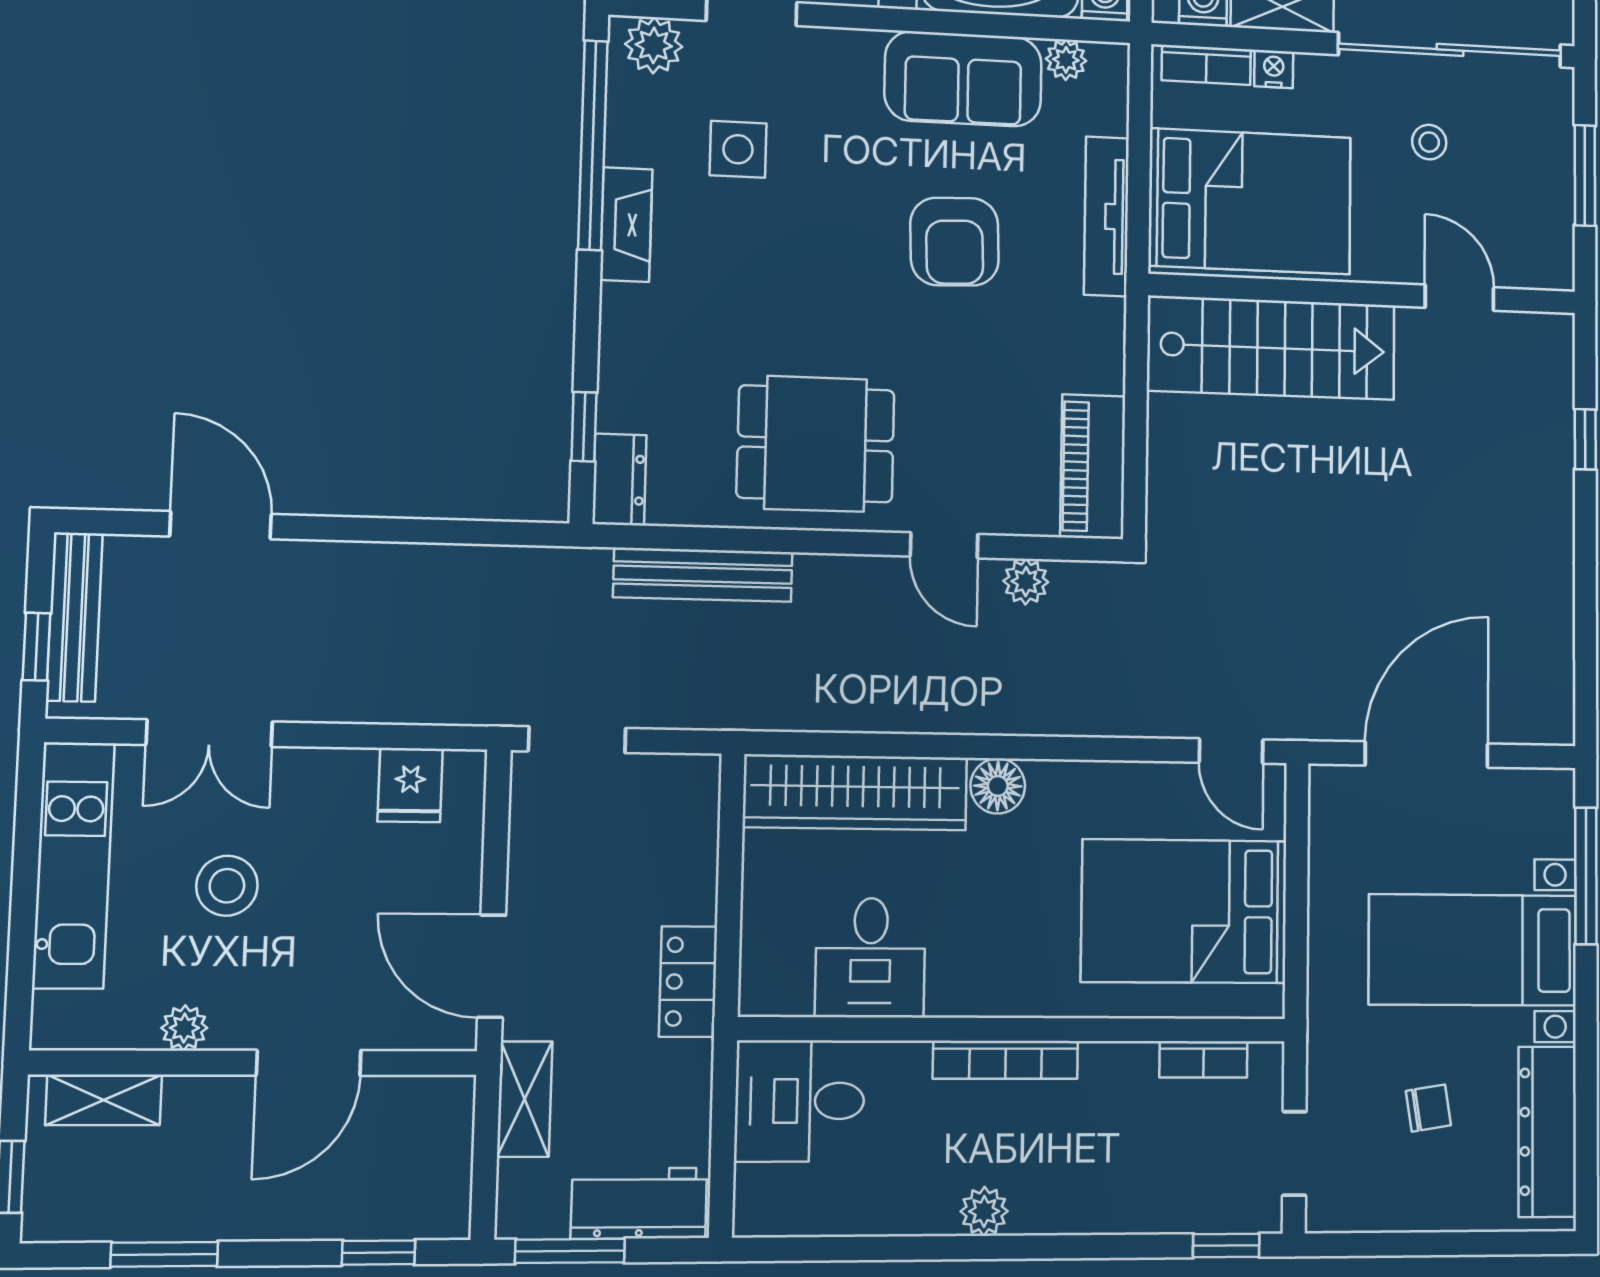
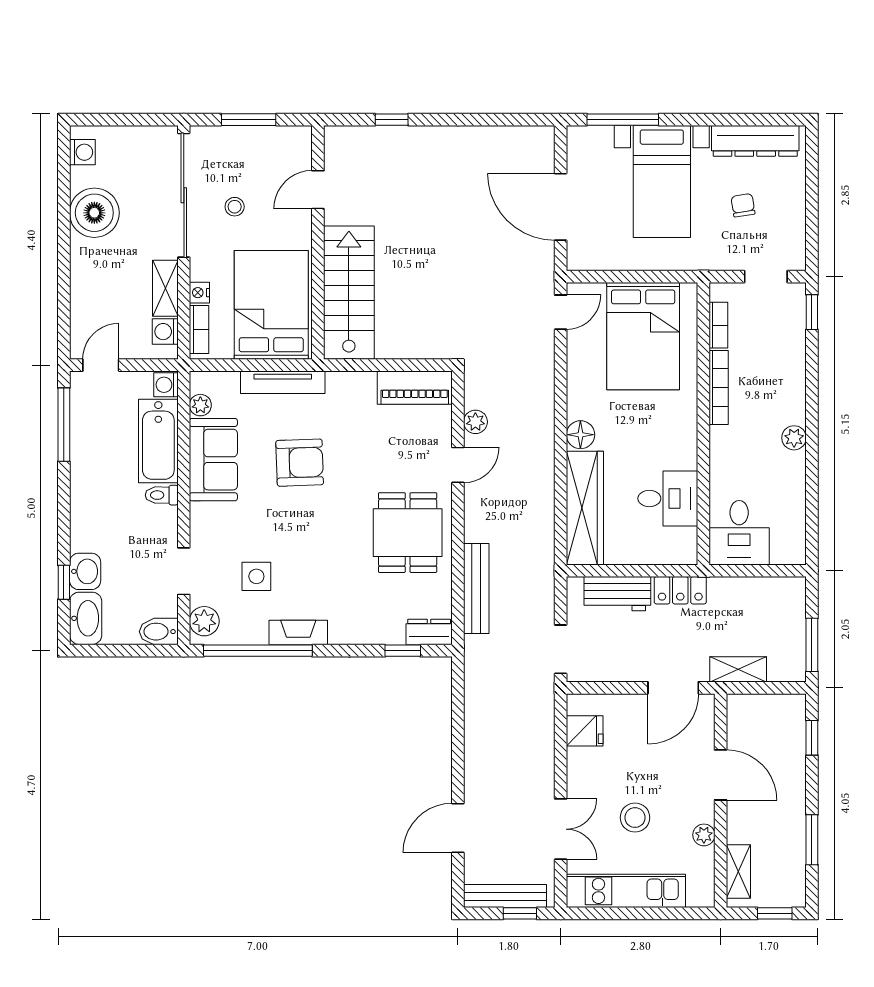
bookcase: (1005, 1060) -> (719, 388), moved
workbench: (639, 1203) -> (617, 594), moved, turned -90

